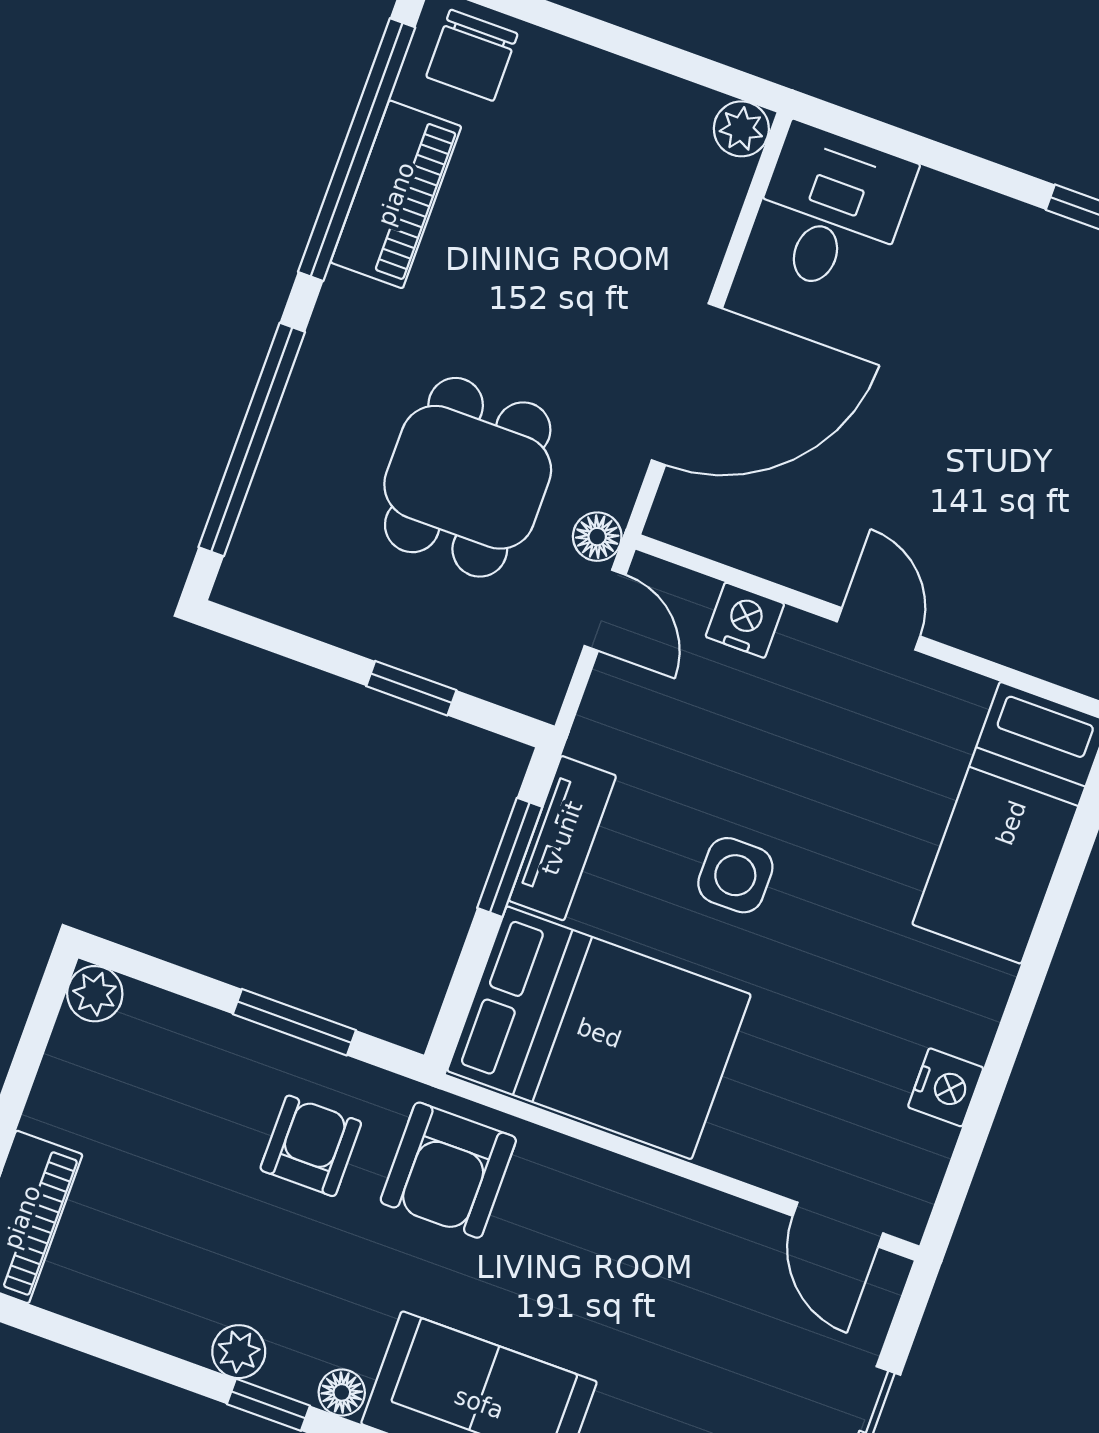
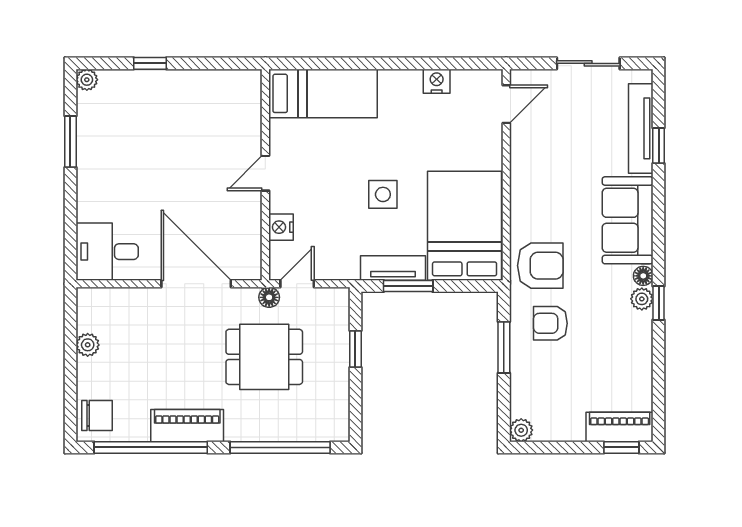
plant: (741, 129) -> (88, 345), moved
piano: (396, 194) -> (187, 426), moved
plant: (239, 1352) -> (642, 299), moved

